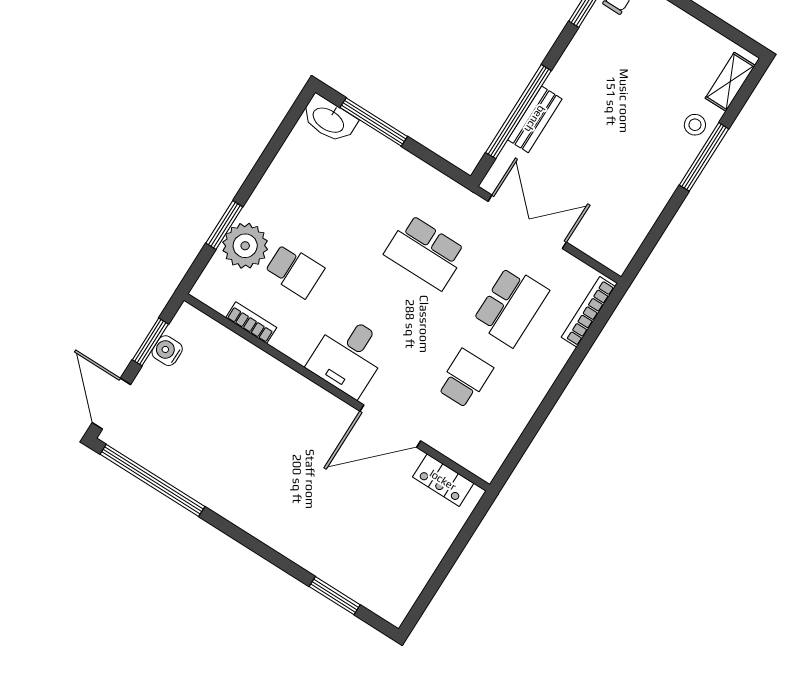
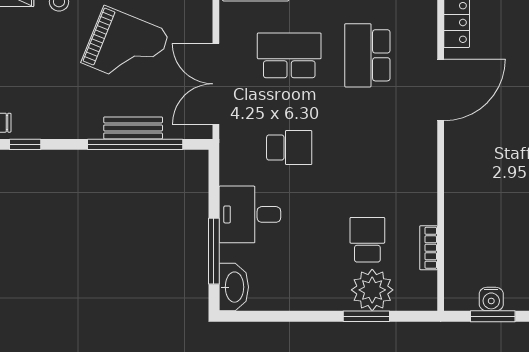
grand piano: (614, 160) -> (126, 47), added
school desk: (425, 252) -> (289, 148), width x0.54
desk: (349, 356) -> (250, 214), moved, turned 180
school desk: (465, 378) -> (367, 55), width x1.85
door: (390, 426) -> (441, 90), hinge flipped

